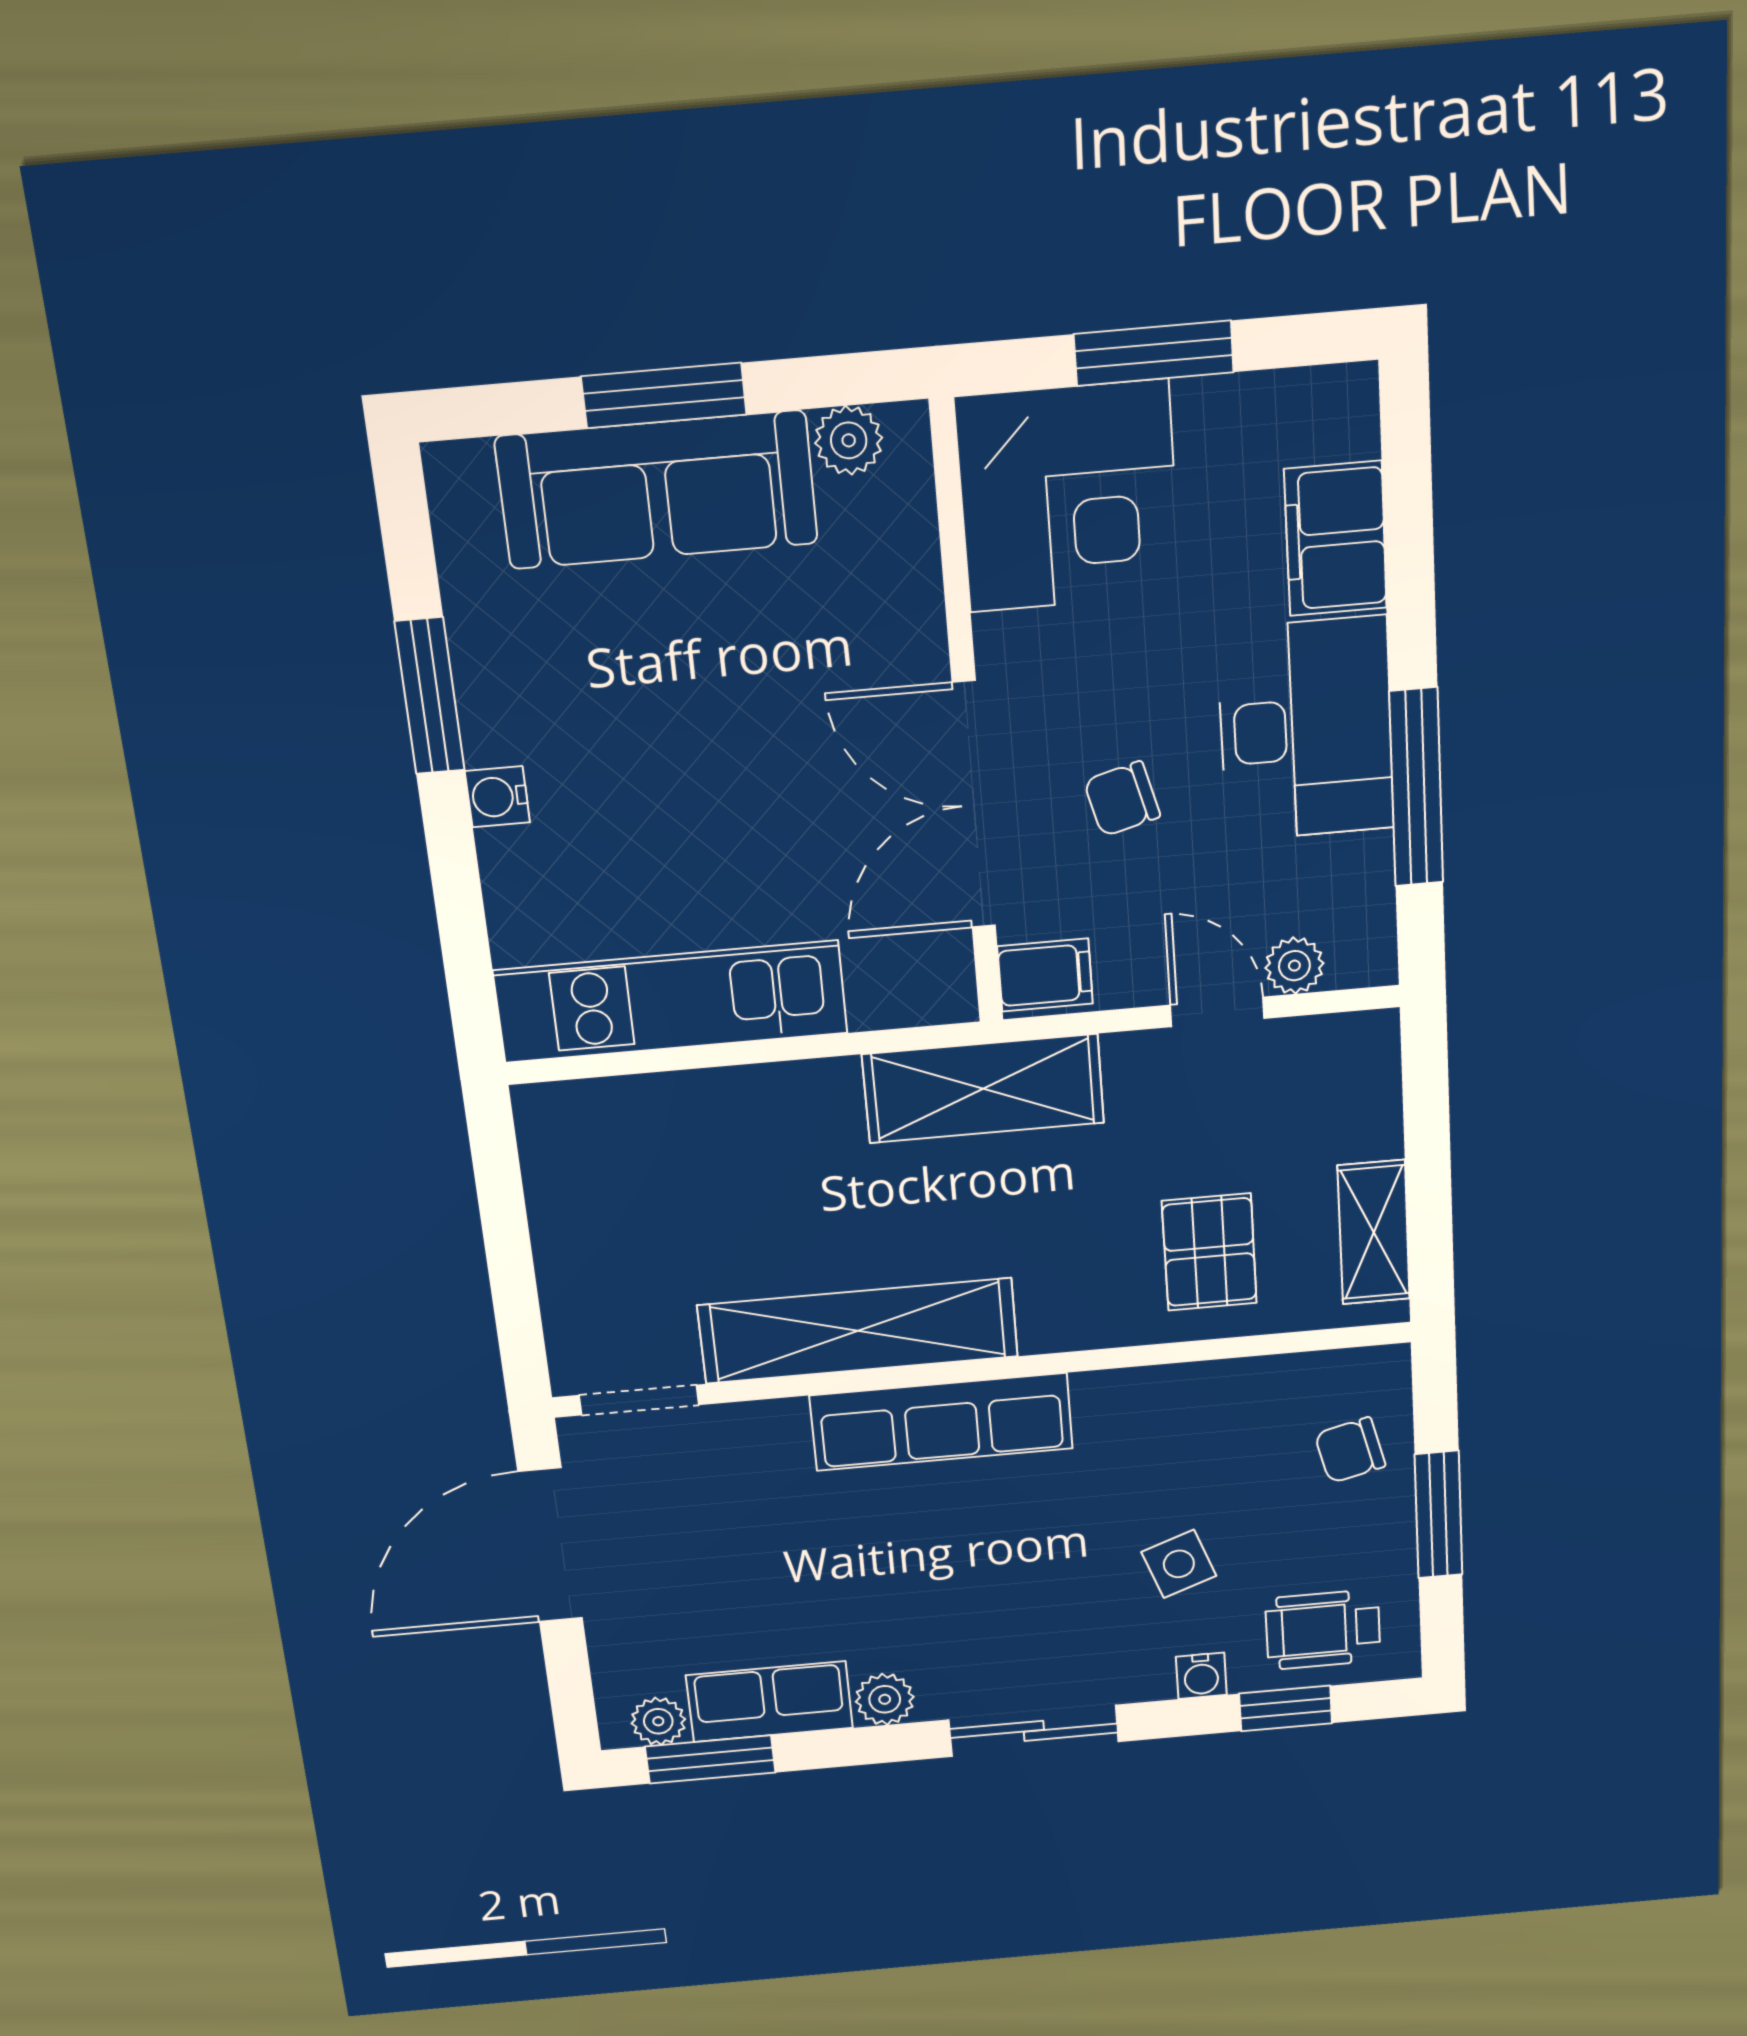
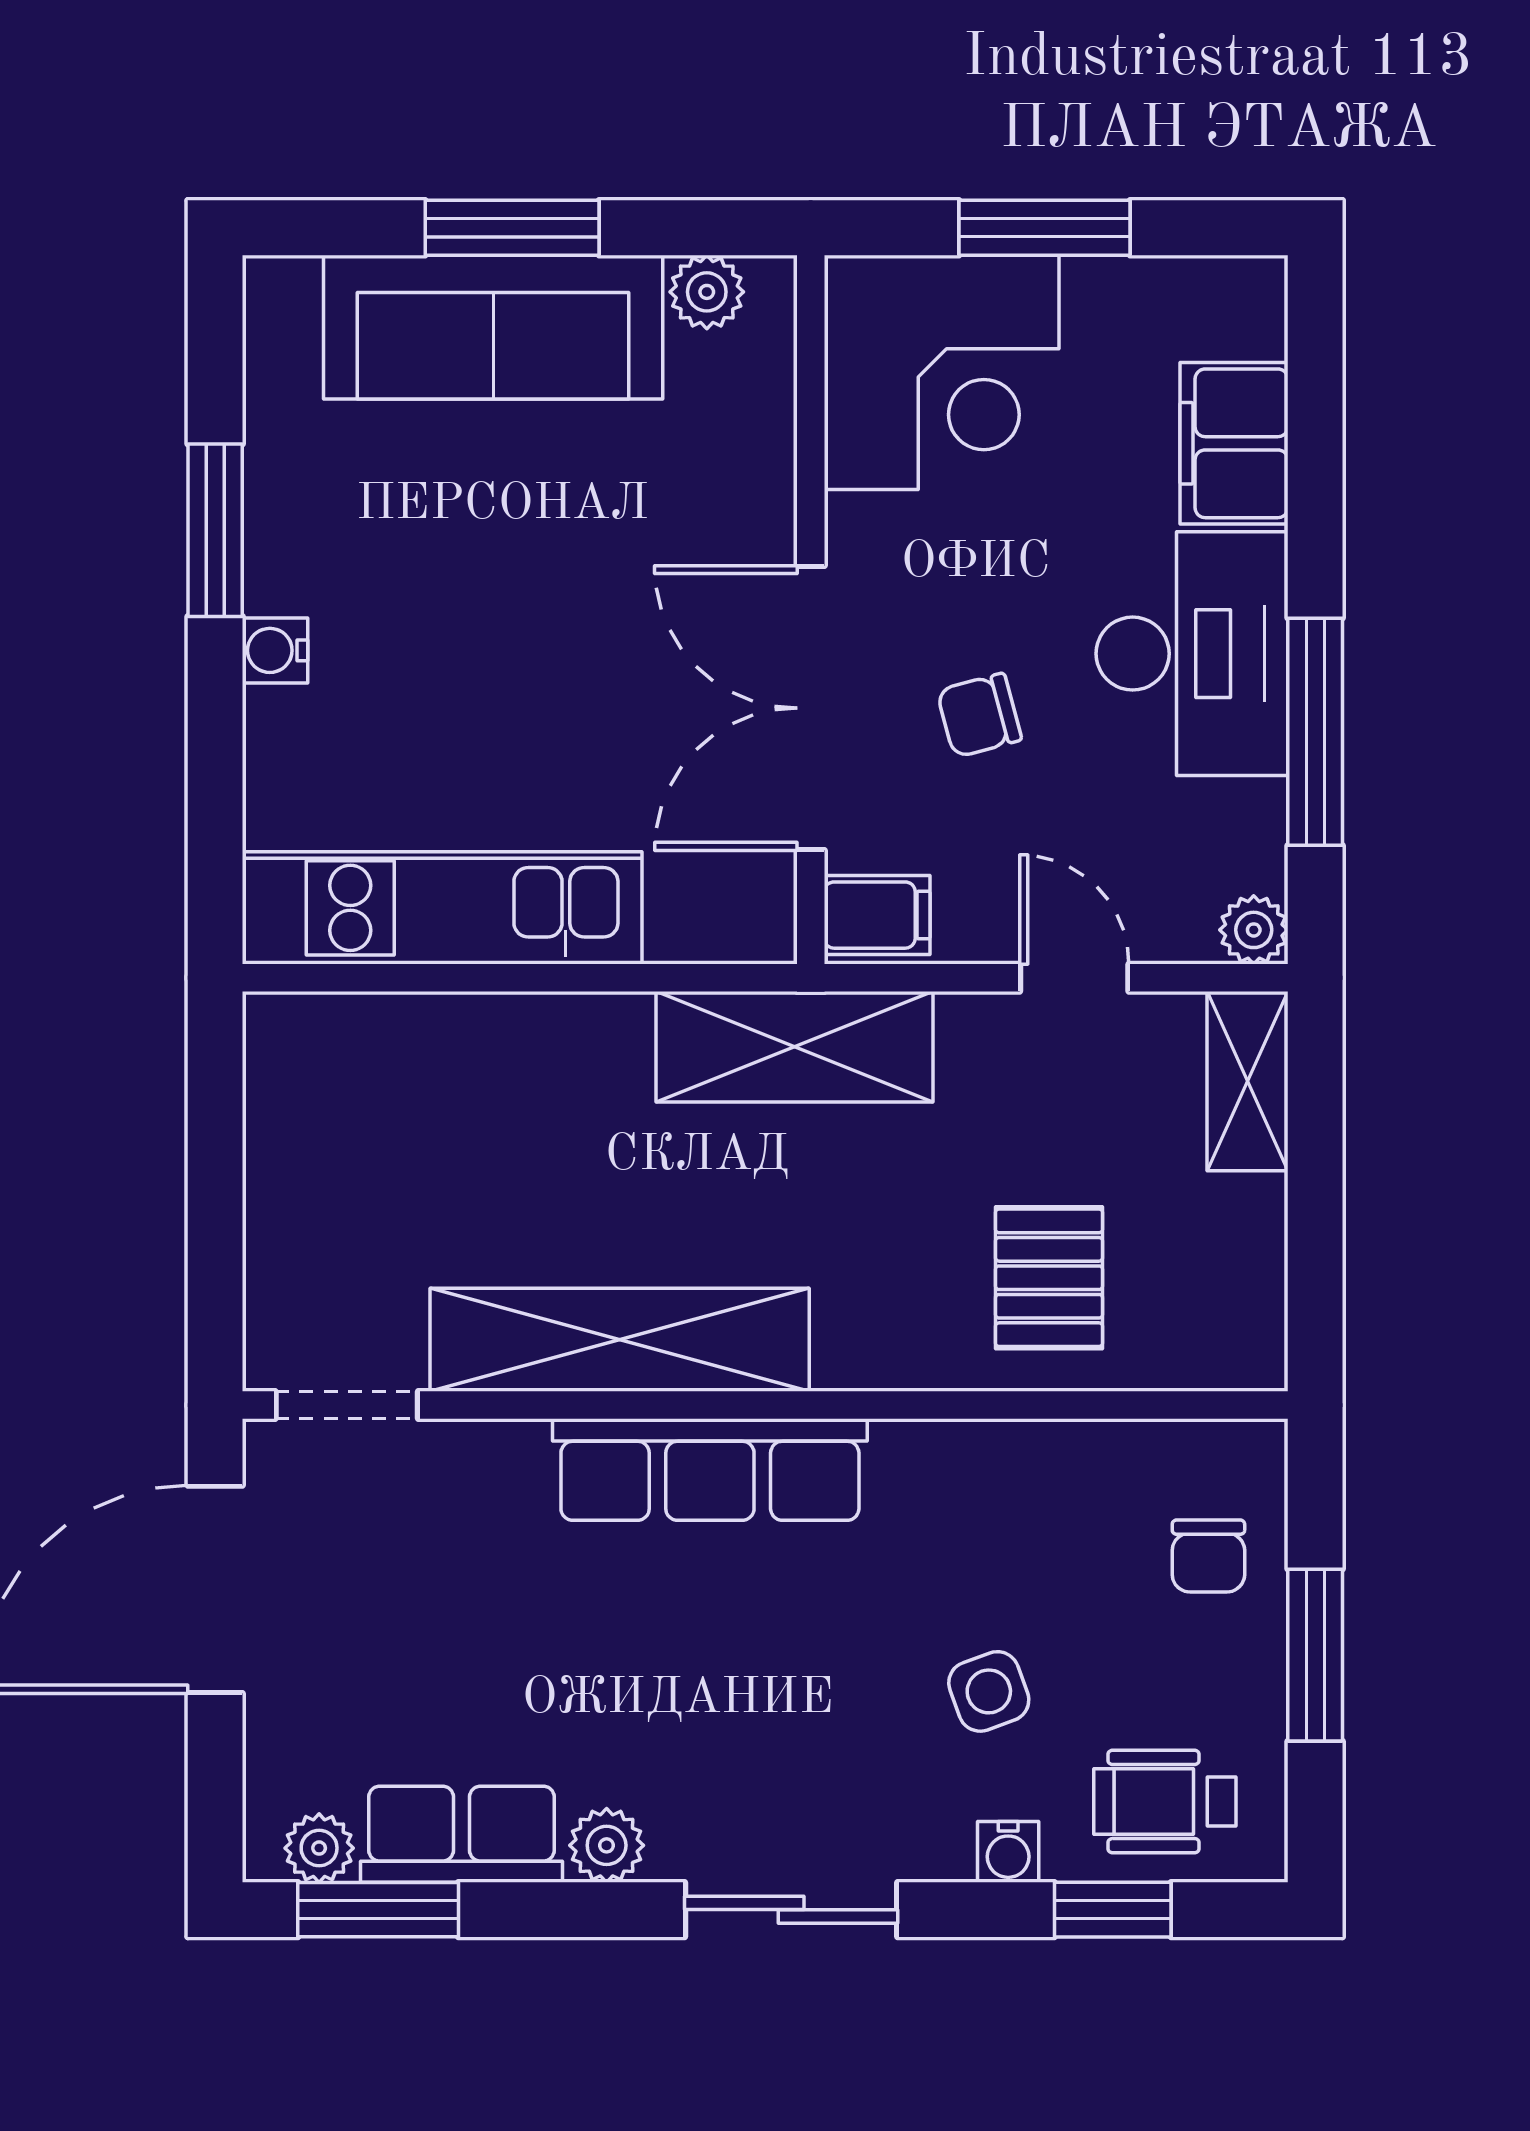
plant: (1294, 966) -> (1254, 930), moved
shelving: (1374, 1232) -> (1248, 1081), moved
chair: (1350, 1450) -> (1208, 1556), turned -76

